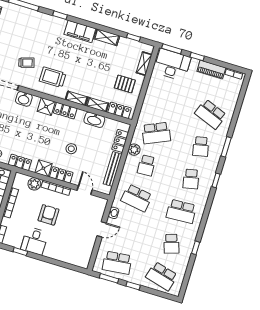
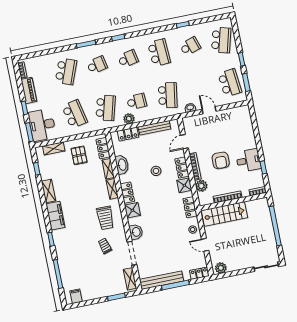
school desk: (166, 101) -> (75, 114), added
school desk: (156, 133) -> (106, 108), turned 39
armchair: (48, 215) -> (221, 160), turned -89

